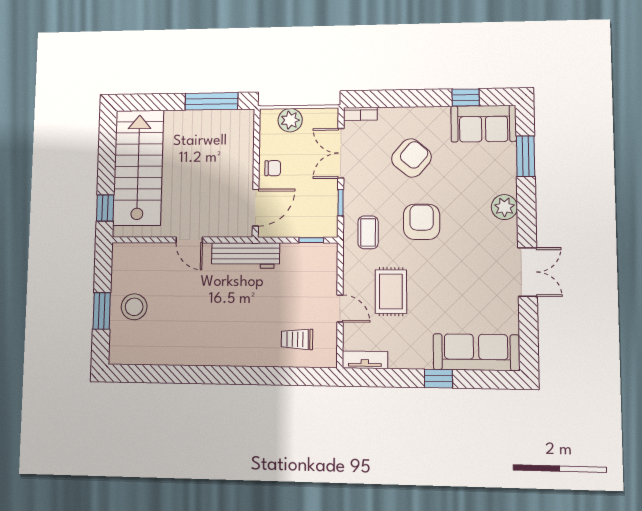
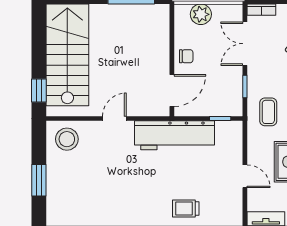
door: (189, 240) -> (114, 119), swing flipped
workbench: (246, 255) -> (174, 135), width x1.36, depth x1.32
stool: (134, 307) -> (67, 139), moved
trolley: (297, 339) -> (186, 208), moved

